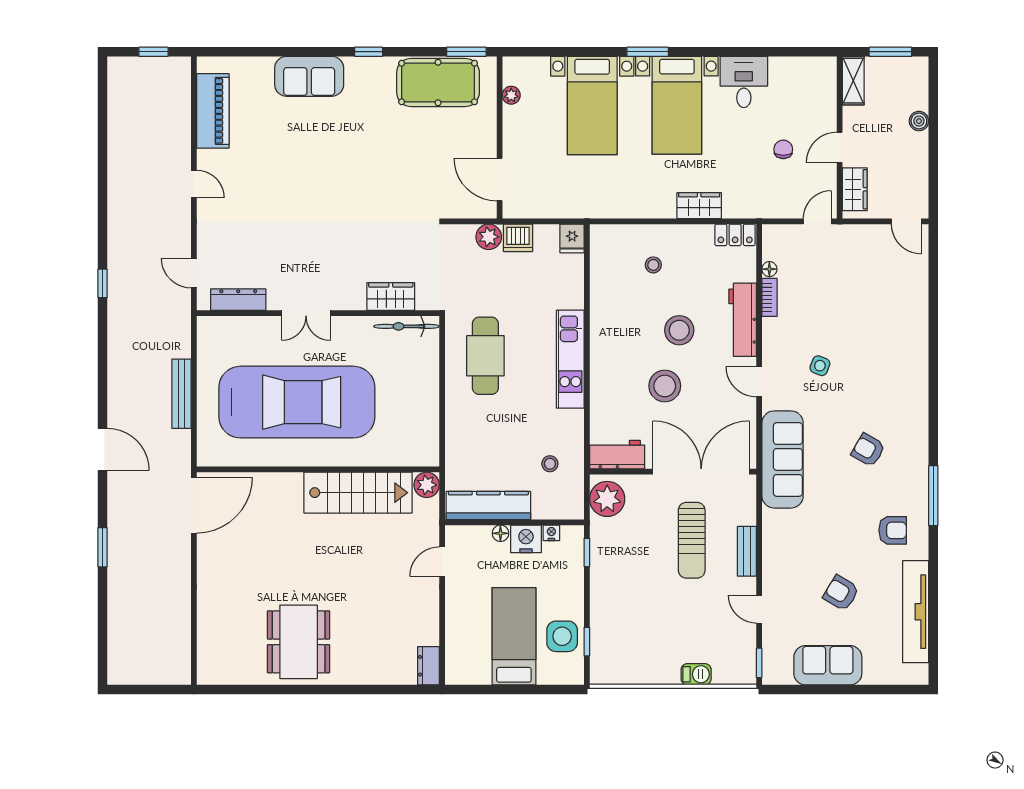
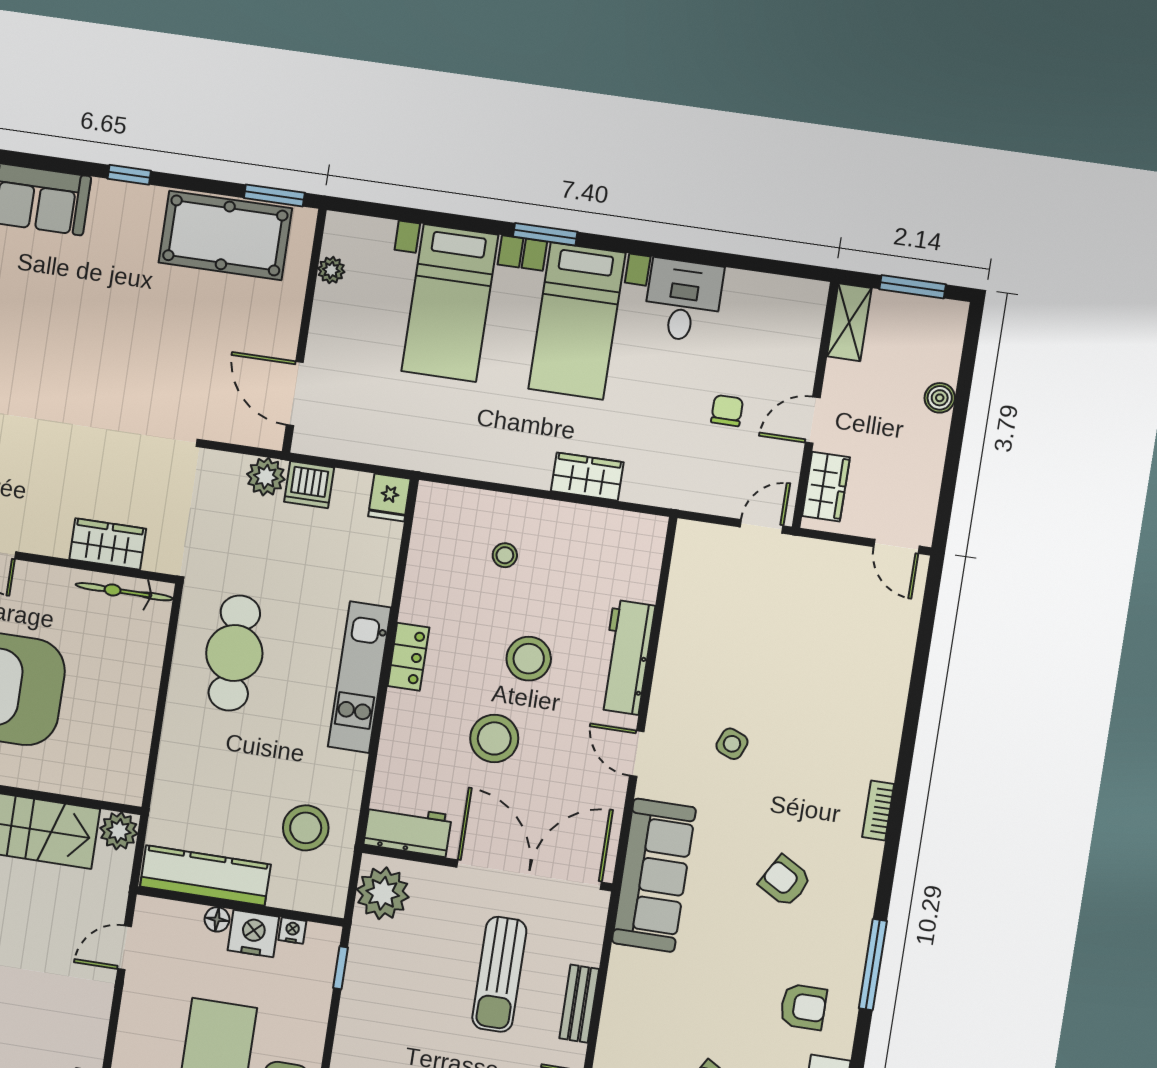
locker: (735, 235) -> (408, 657), moved, turned -90
floor lamp: (769, 269) -> (678, 588), removed
bookcase: (769, 297) -> (878, 810), moved, turned 180
stool: (550, 464) -> (306, 828), width x1.89, depth x1.89

